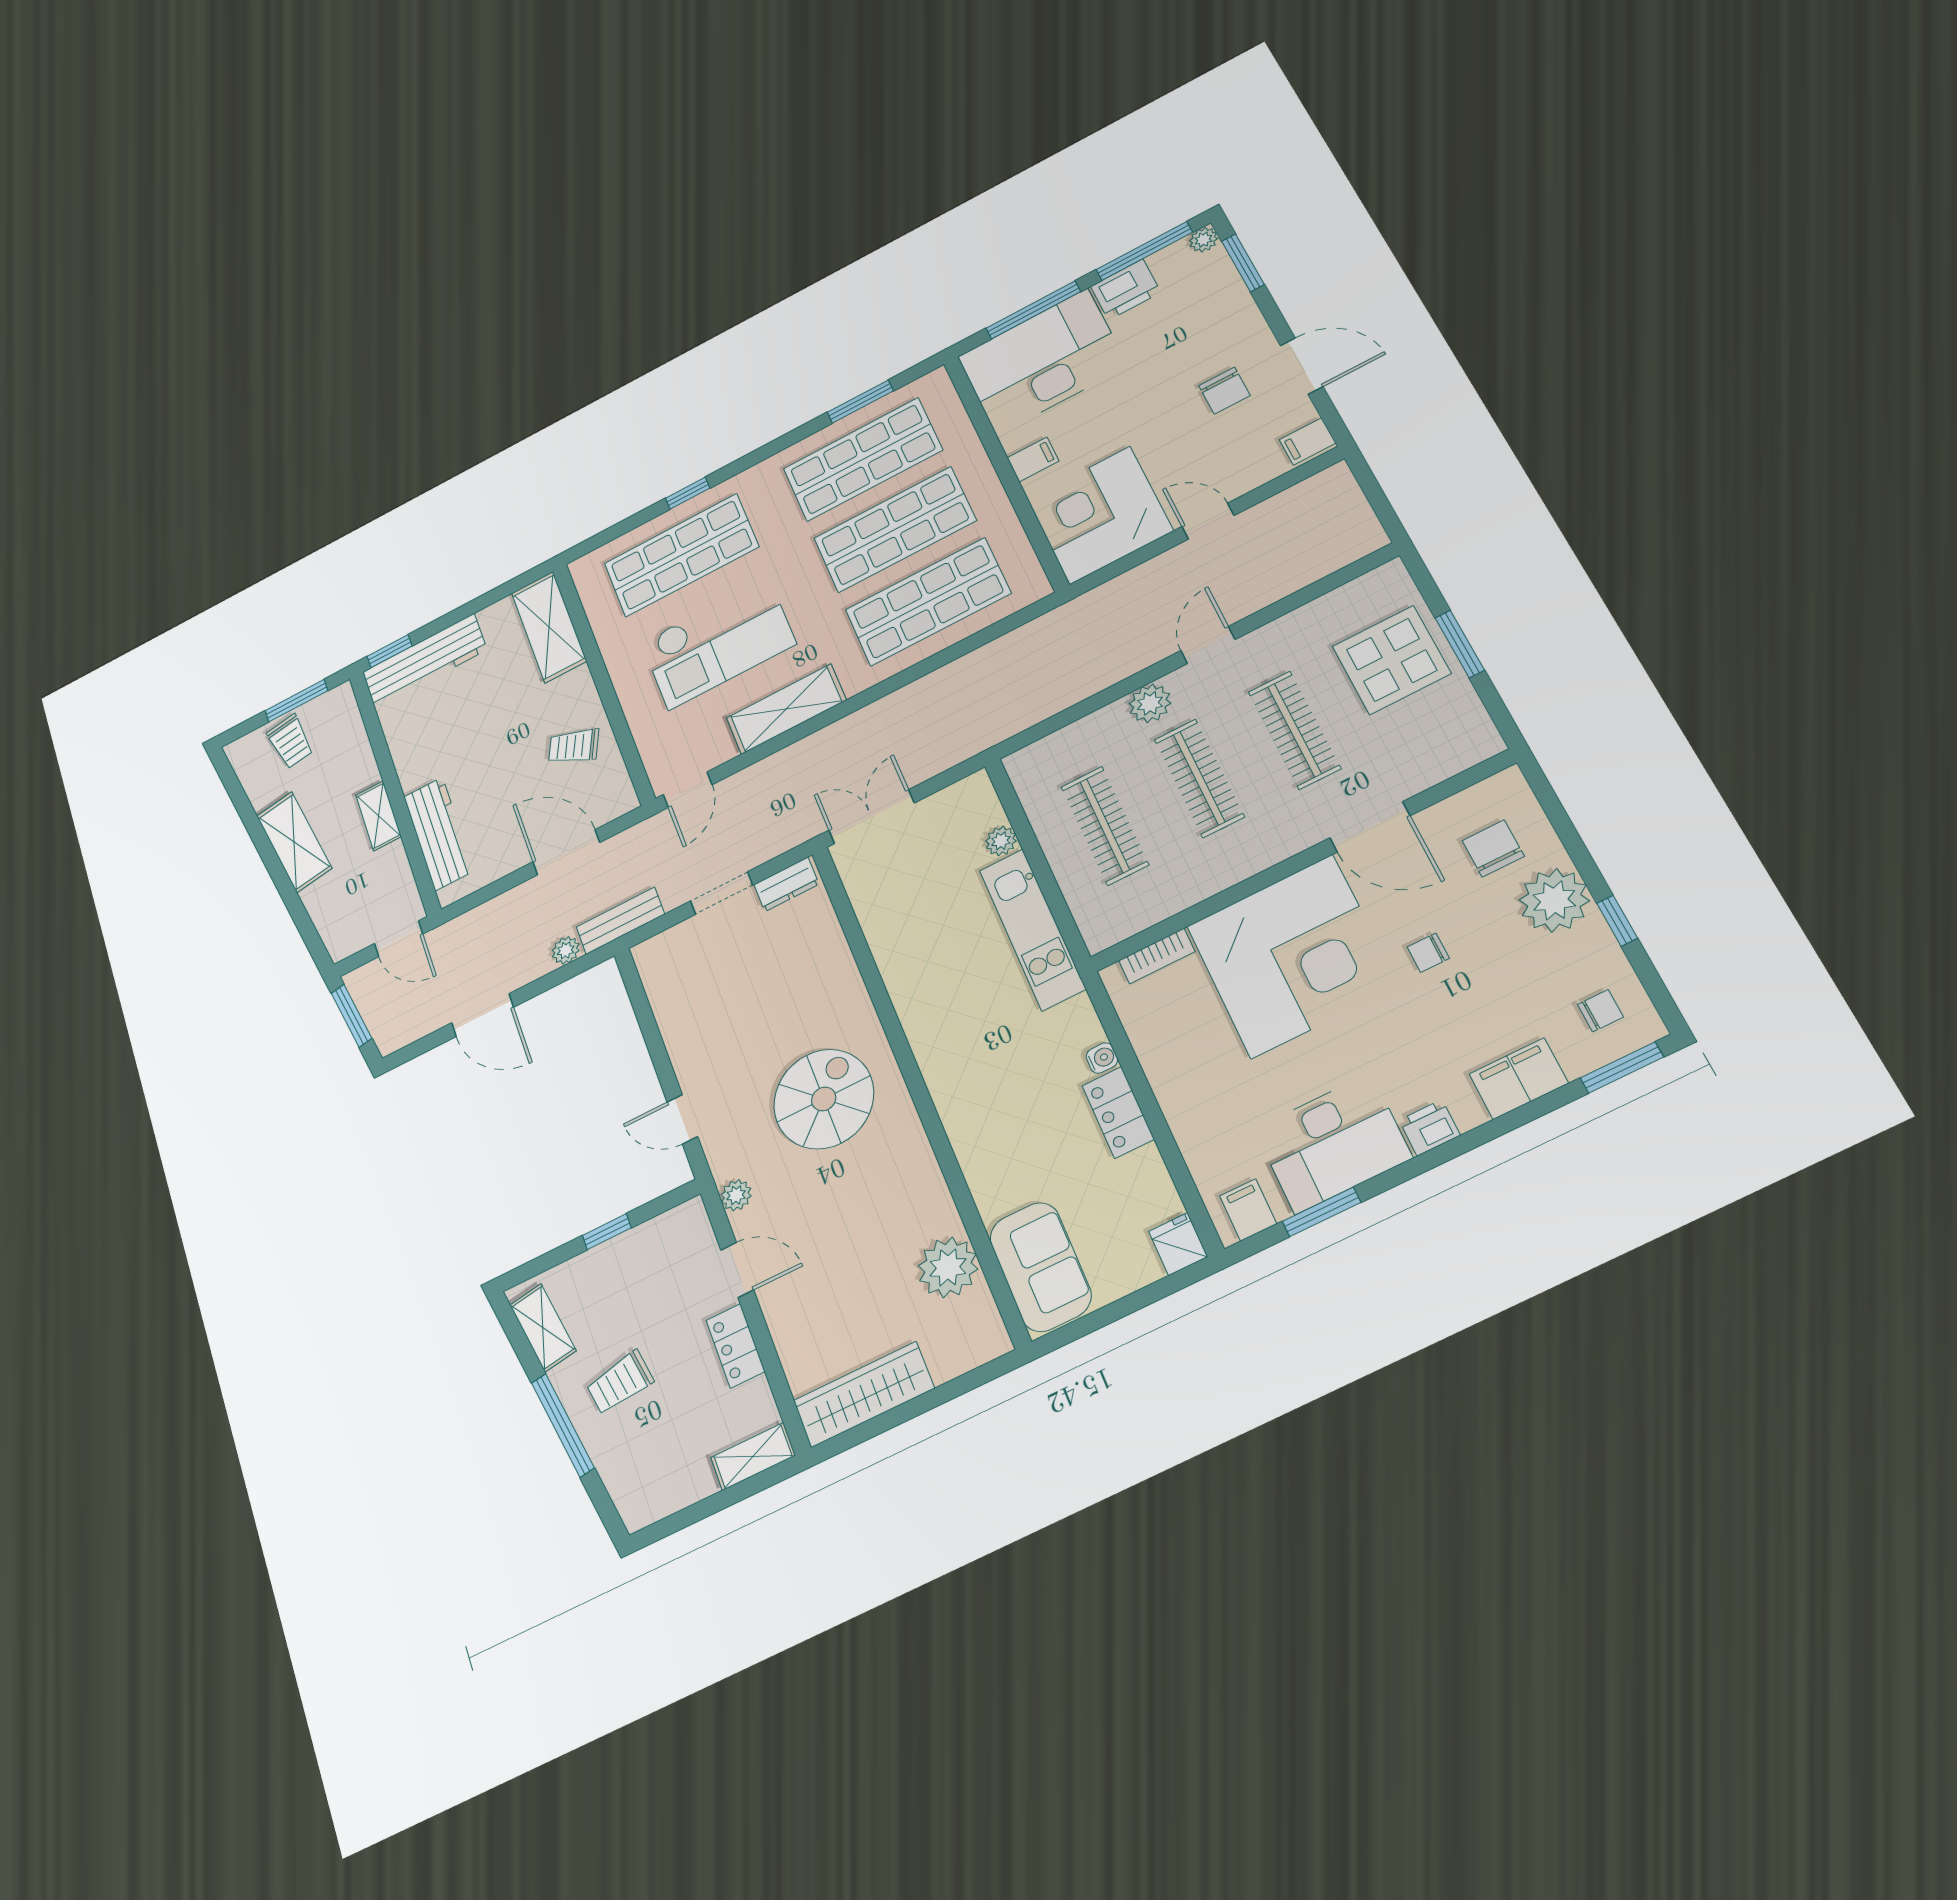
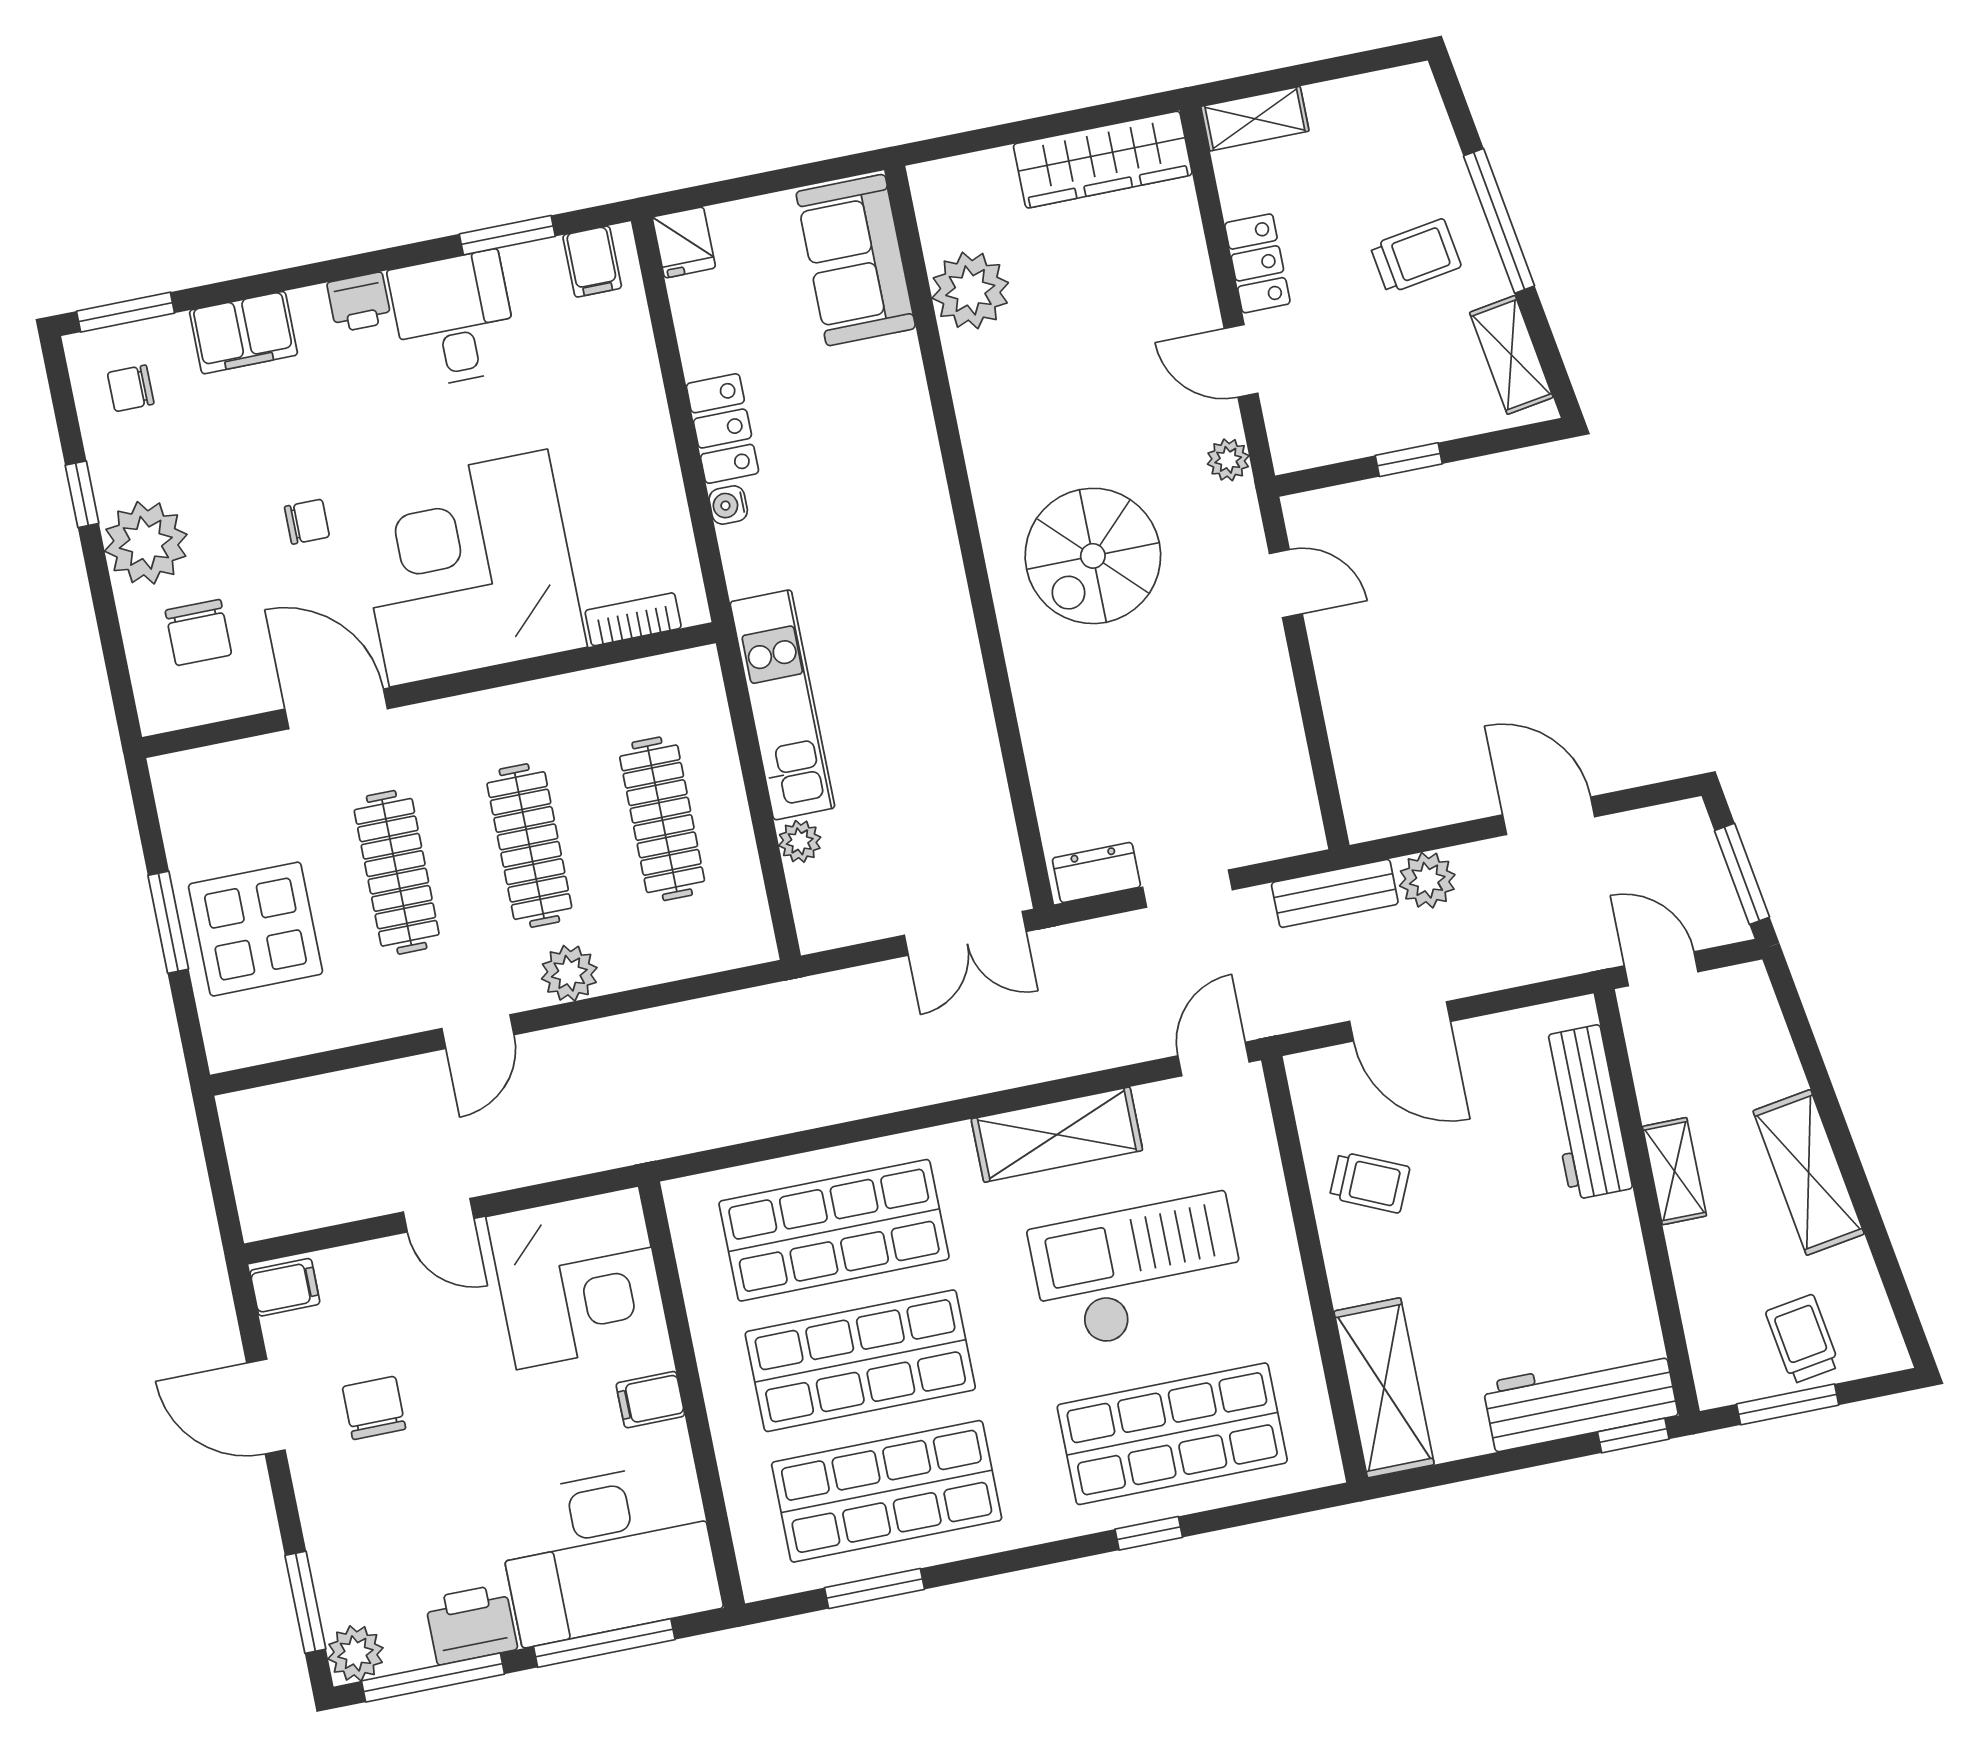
plant: (1203, 240) -> (356, 1653), width x1.38, depth x1.38
plant: (566, 950) -> (1427, 880), width x1.38, depth x1.38
desk: (1333, 1143) -> (454, 319), width x0.73

